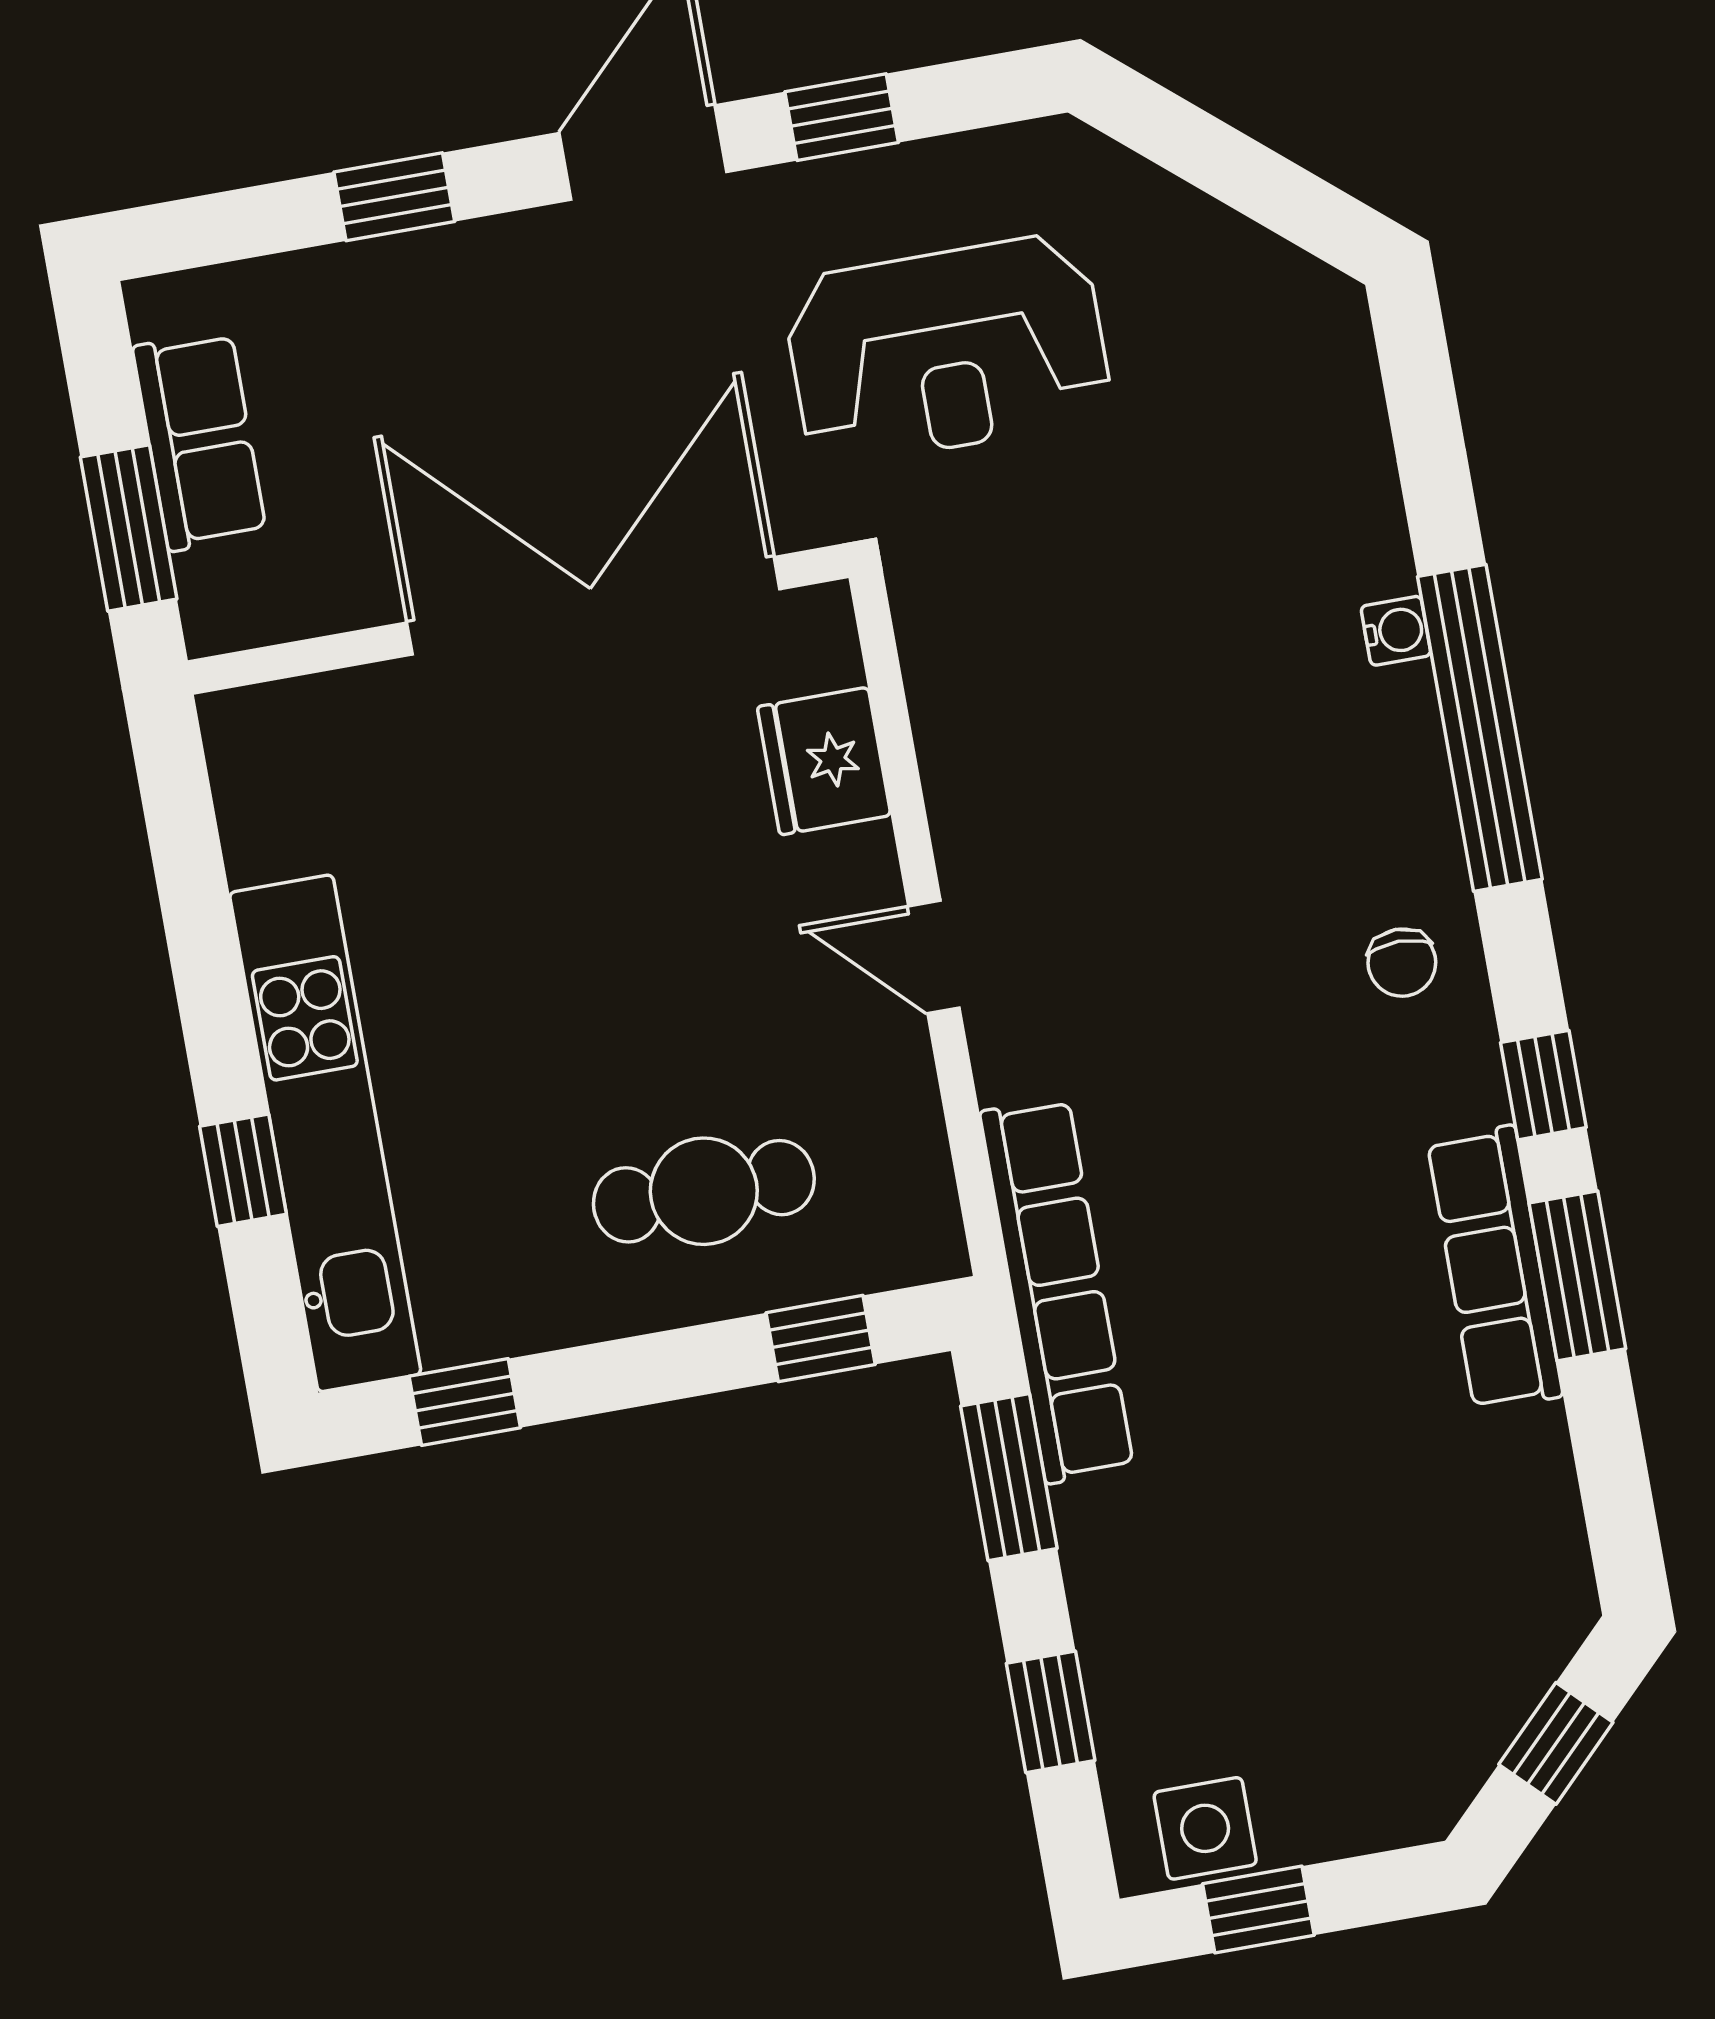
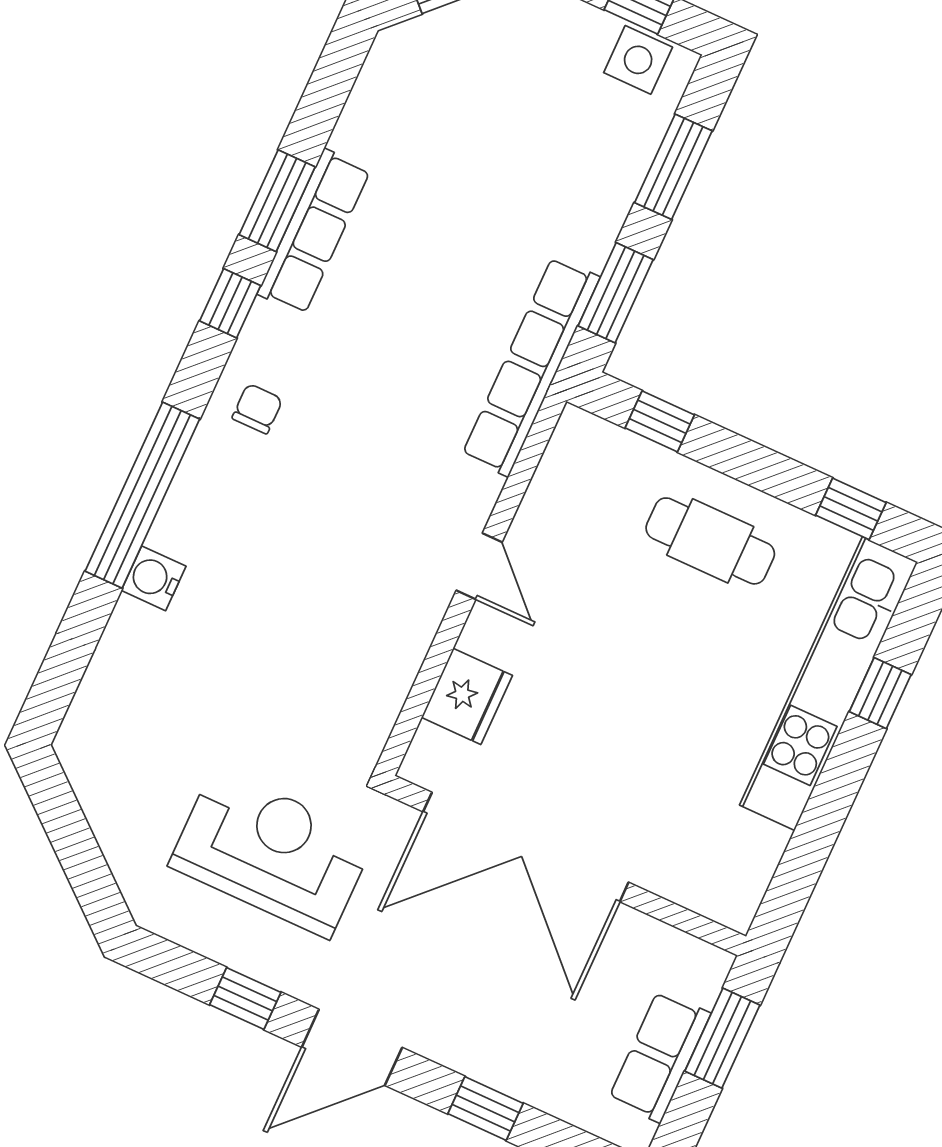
water cooler: (1396, 631) -> (154, 578), width x1.38, depth x1.38
cafe table: (704, 1191) -> (710, 541), moved
window: (1051, 1712) -> (673, 167), width x1.50

